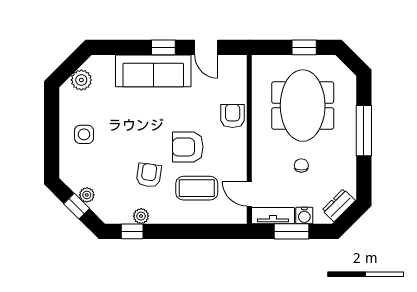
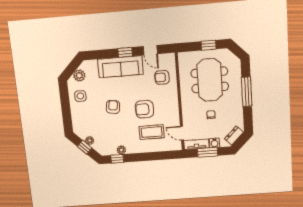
armchair: (233, 116) -> (162, 77), moved, turned -90
side table: (84, 134) -> (80, 96), moved
armchair: (149, 175) -> (113, 107), moved

